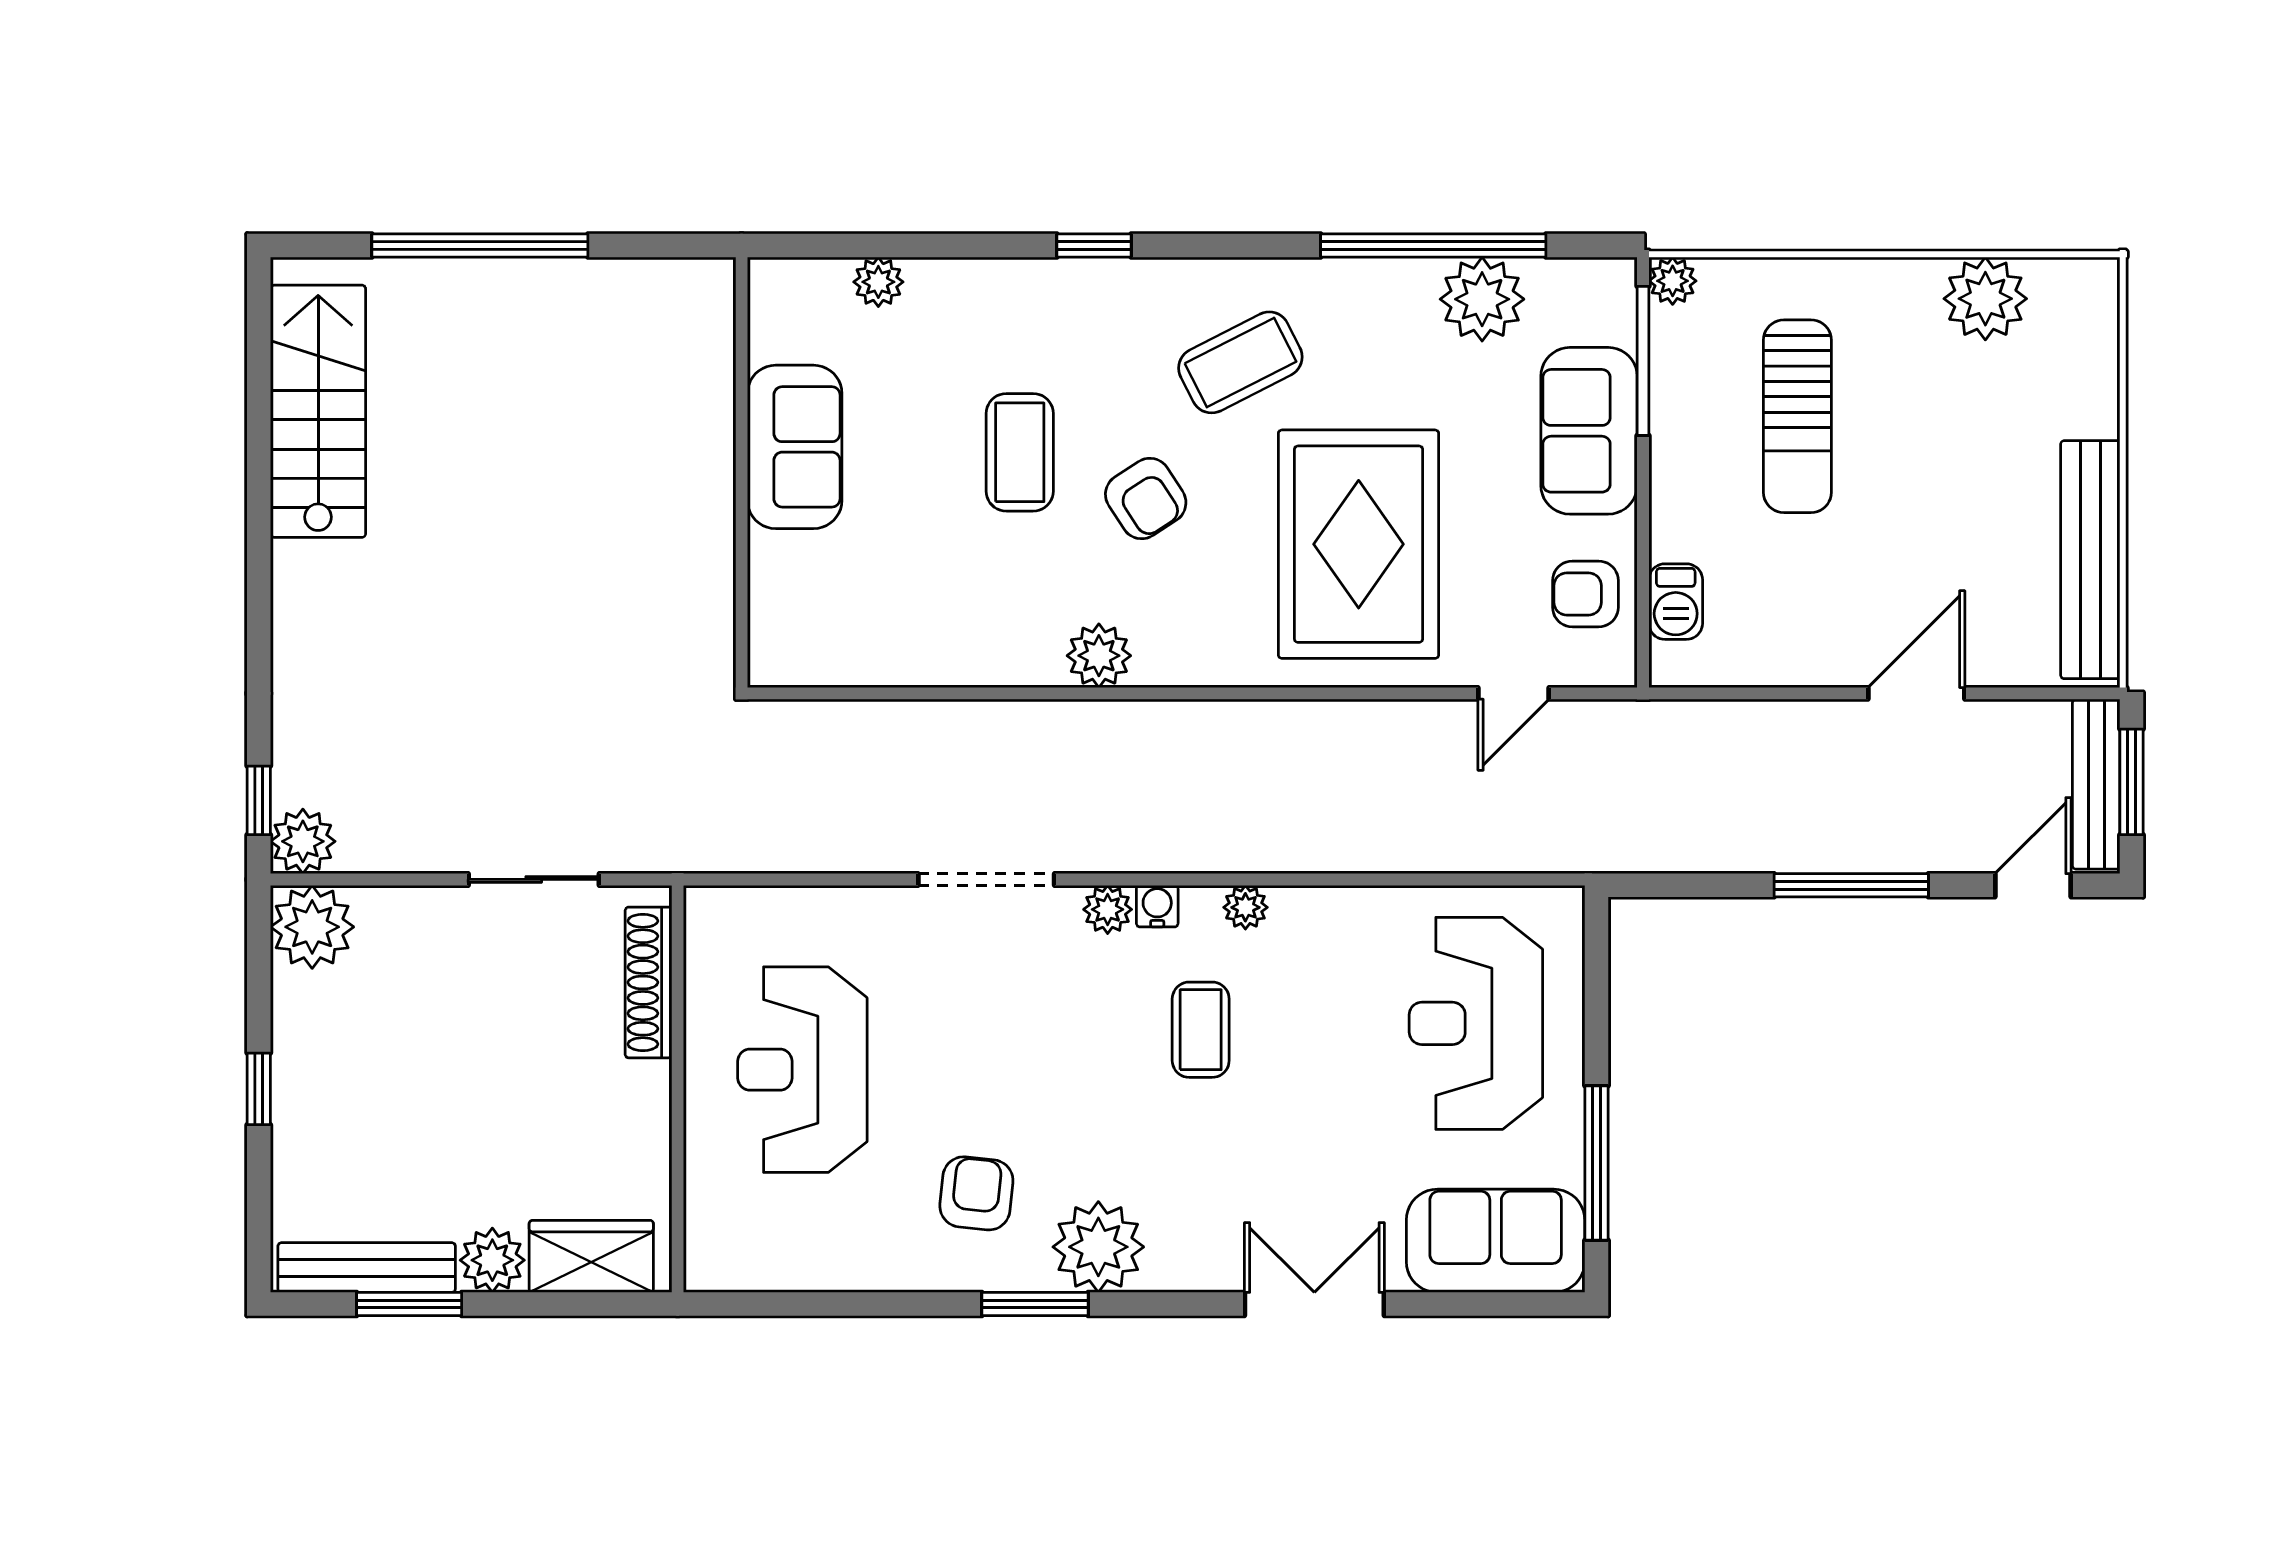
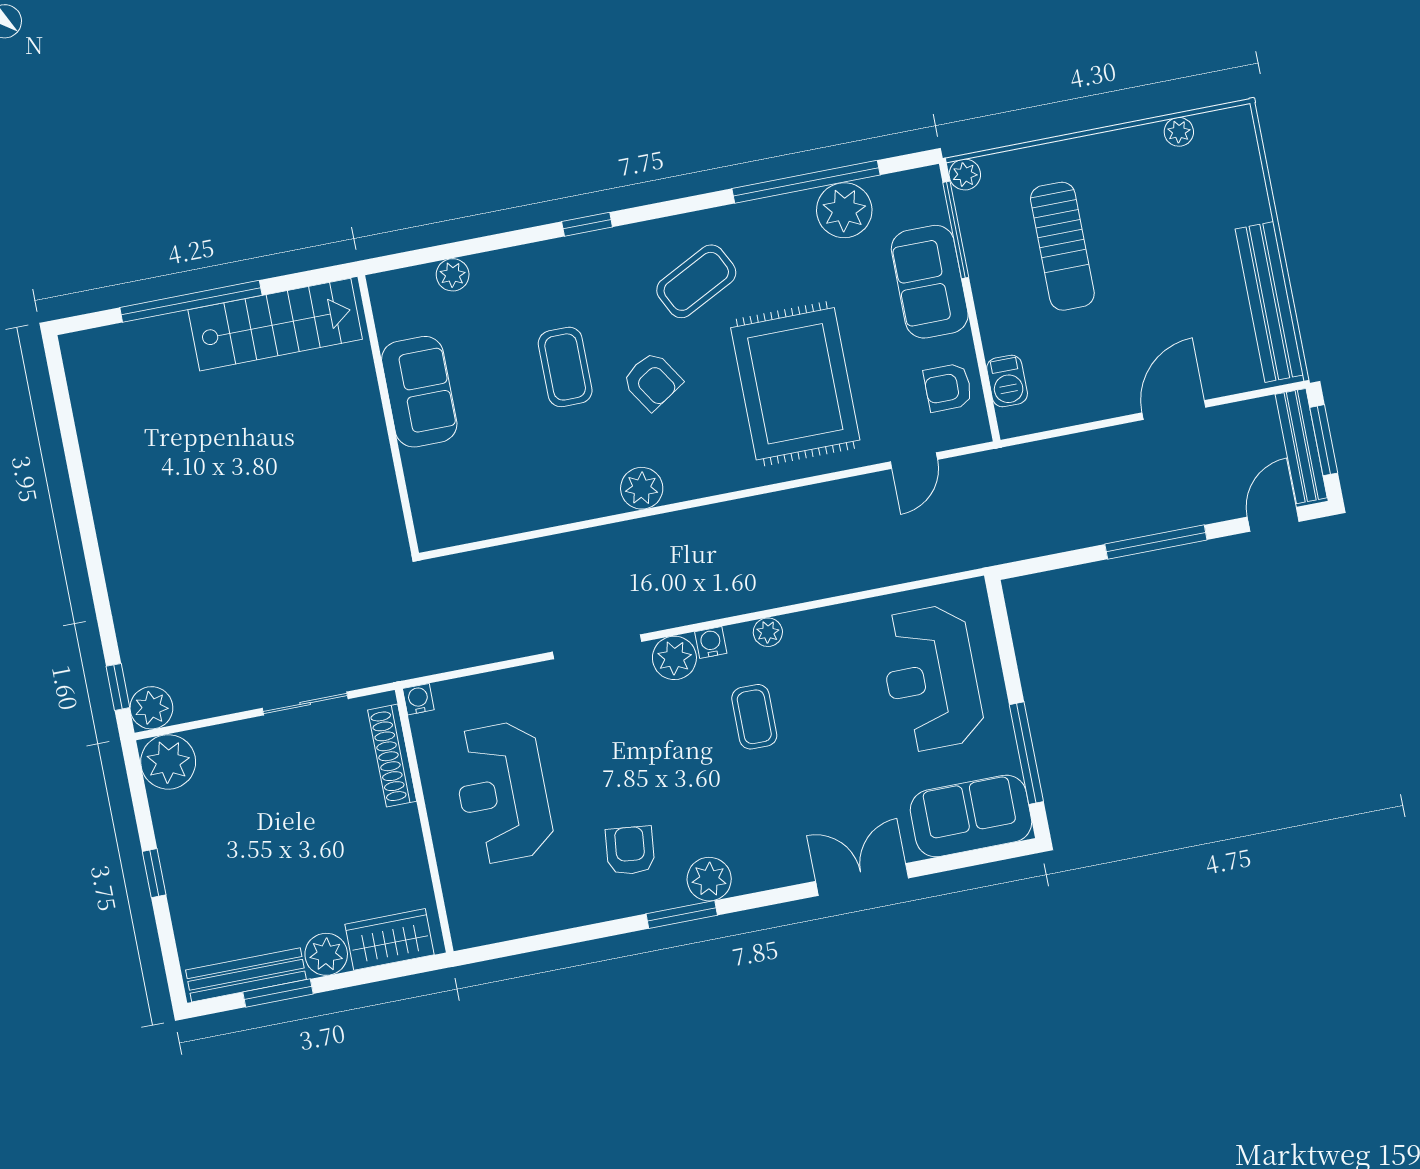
plant: (1985, 299) -> (1179, 132), width x0.53, depth x0.53
stairs: (318, 411) -> (275, 325), moved, turned 90
water cooler: (704, 906) -> (418, 699), added
plant: (1108, 909) -> (674, 658), width x1.38, depth x1.38
plant: (1098, 1247) -> (709, 879), width x0.73, depth x0.73

